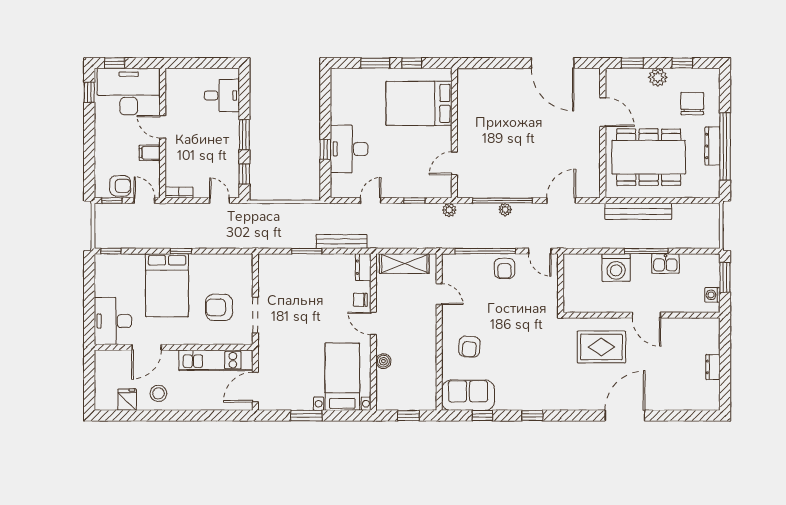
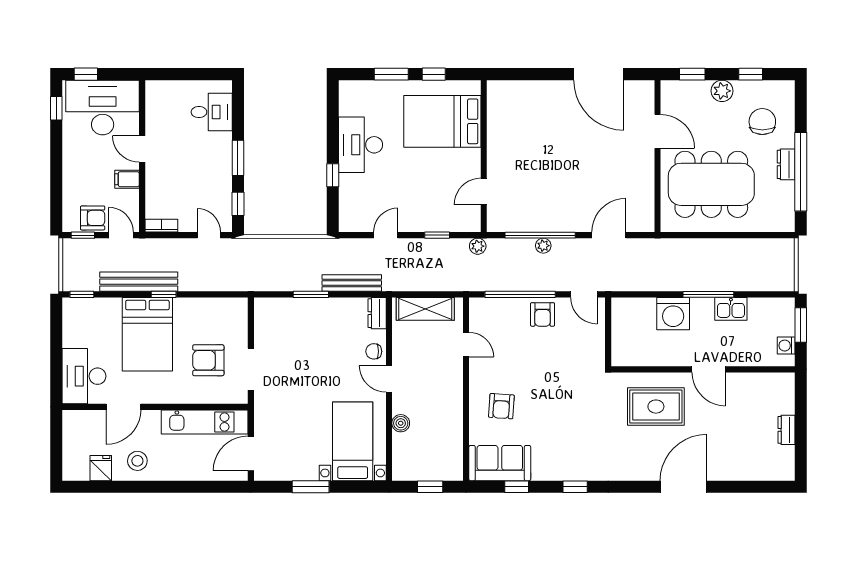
dresser: (712, 146) -> (786, 164), width x0.70
desk: (349, 149) -> (361, 145), moved
bench: (638, 211) -> (139, 282), moved

